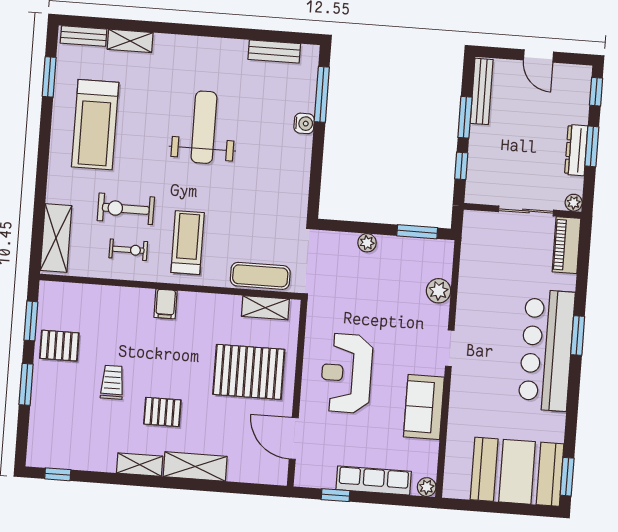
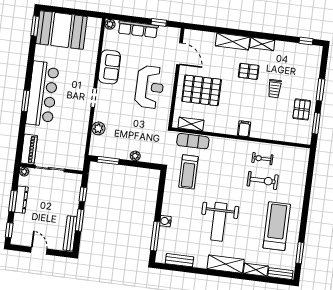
shelving: (56, 238) -> (226, 264), moved, turned 90
treadmill: (188, 243) -> (188, 172), moved
pallet: (59, 346) -> (302, 109), turned 90

